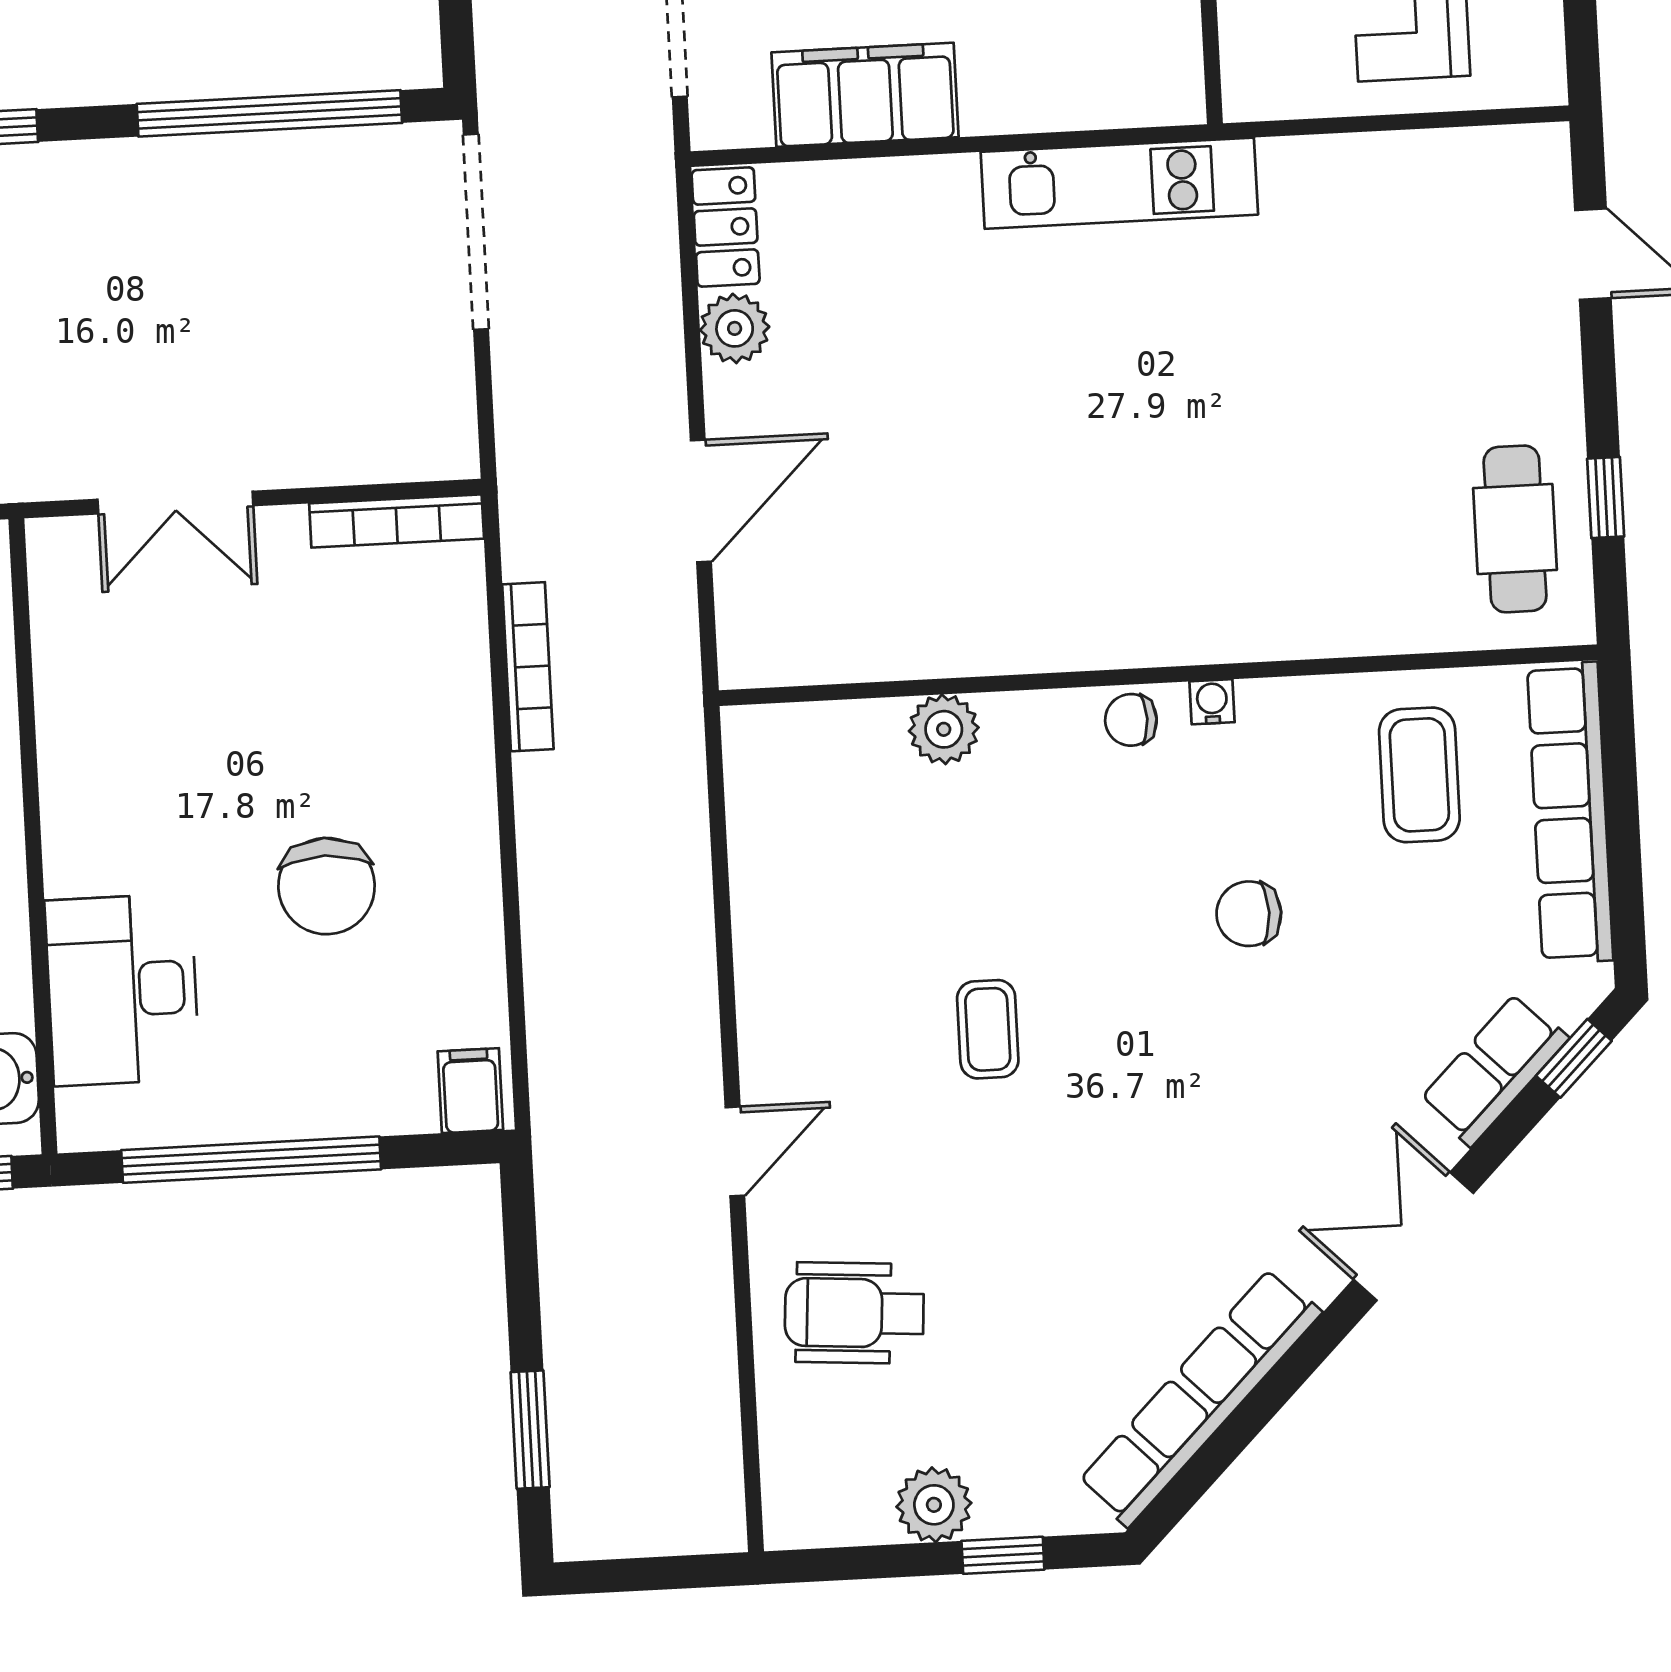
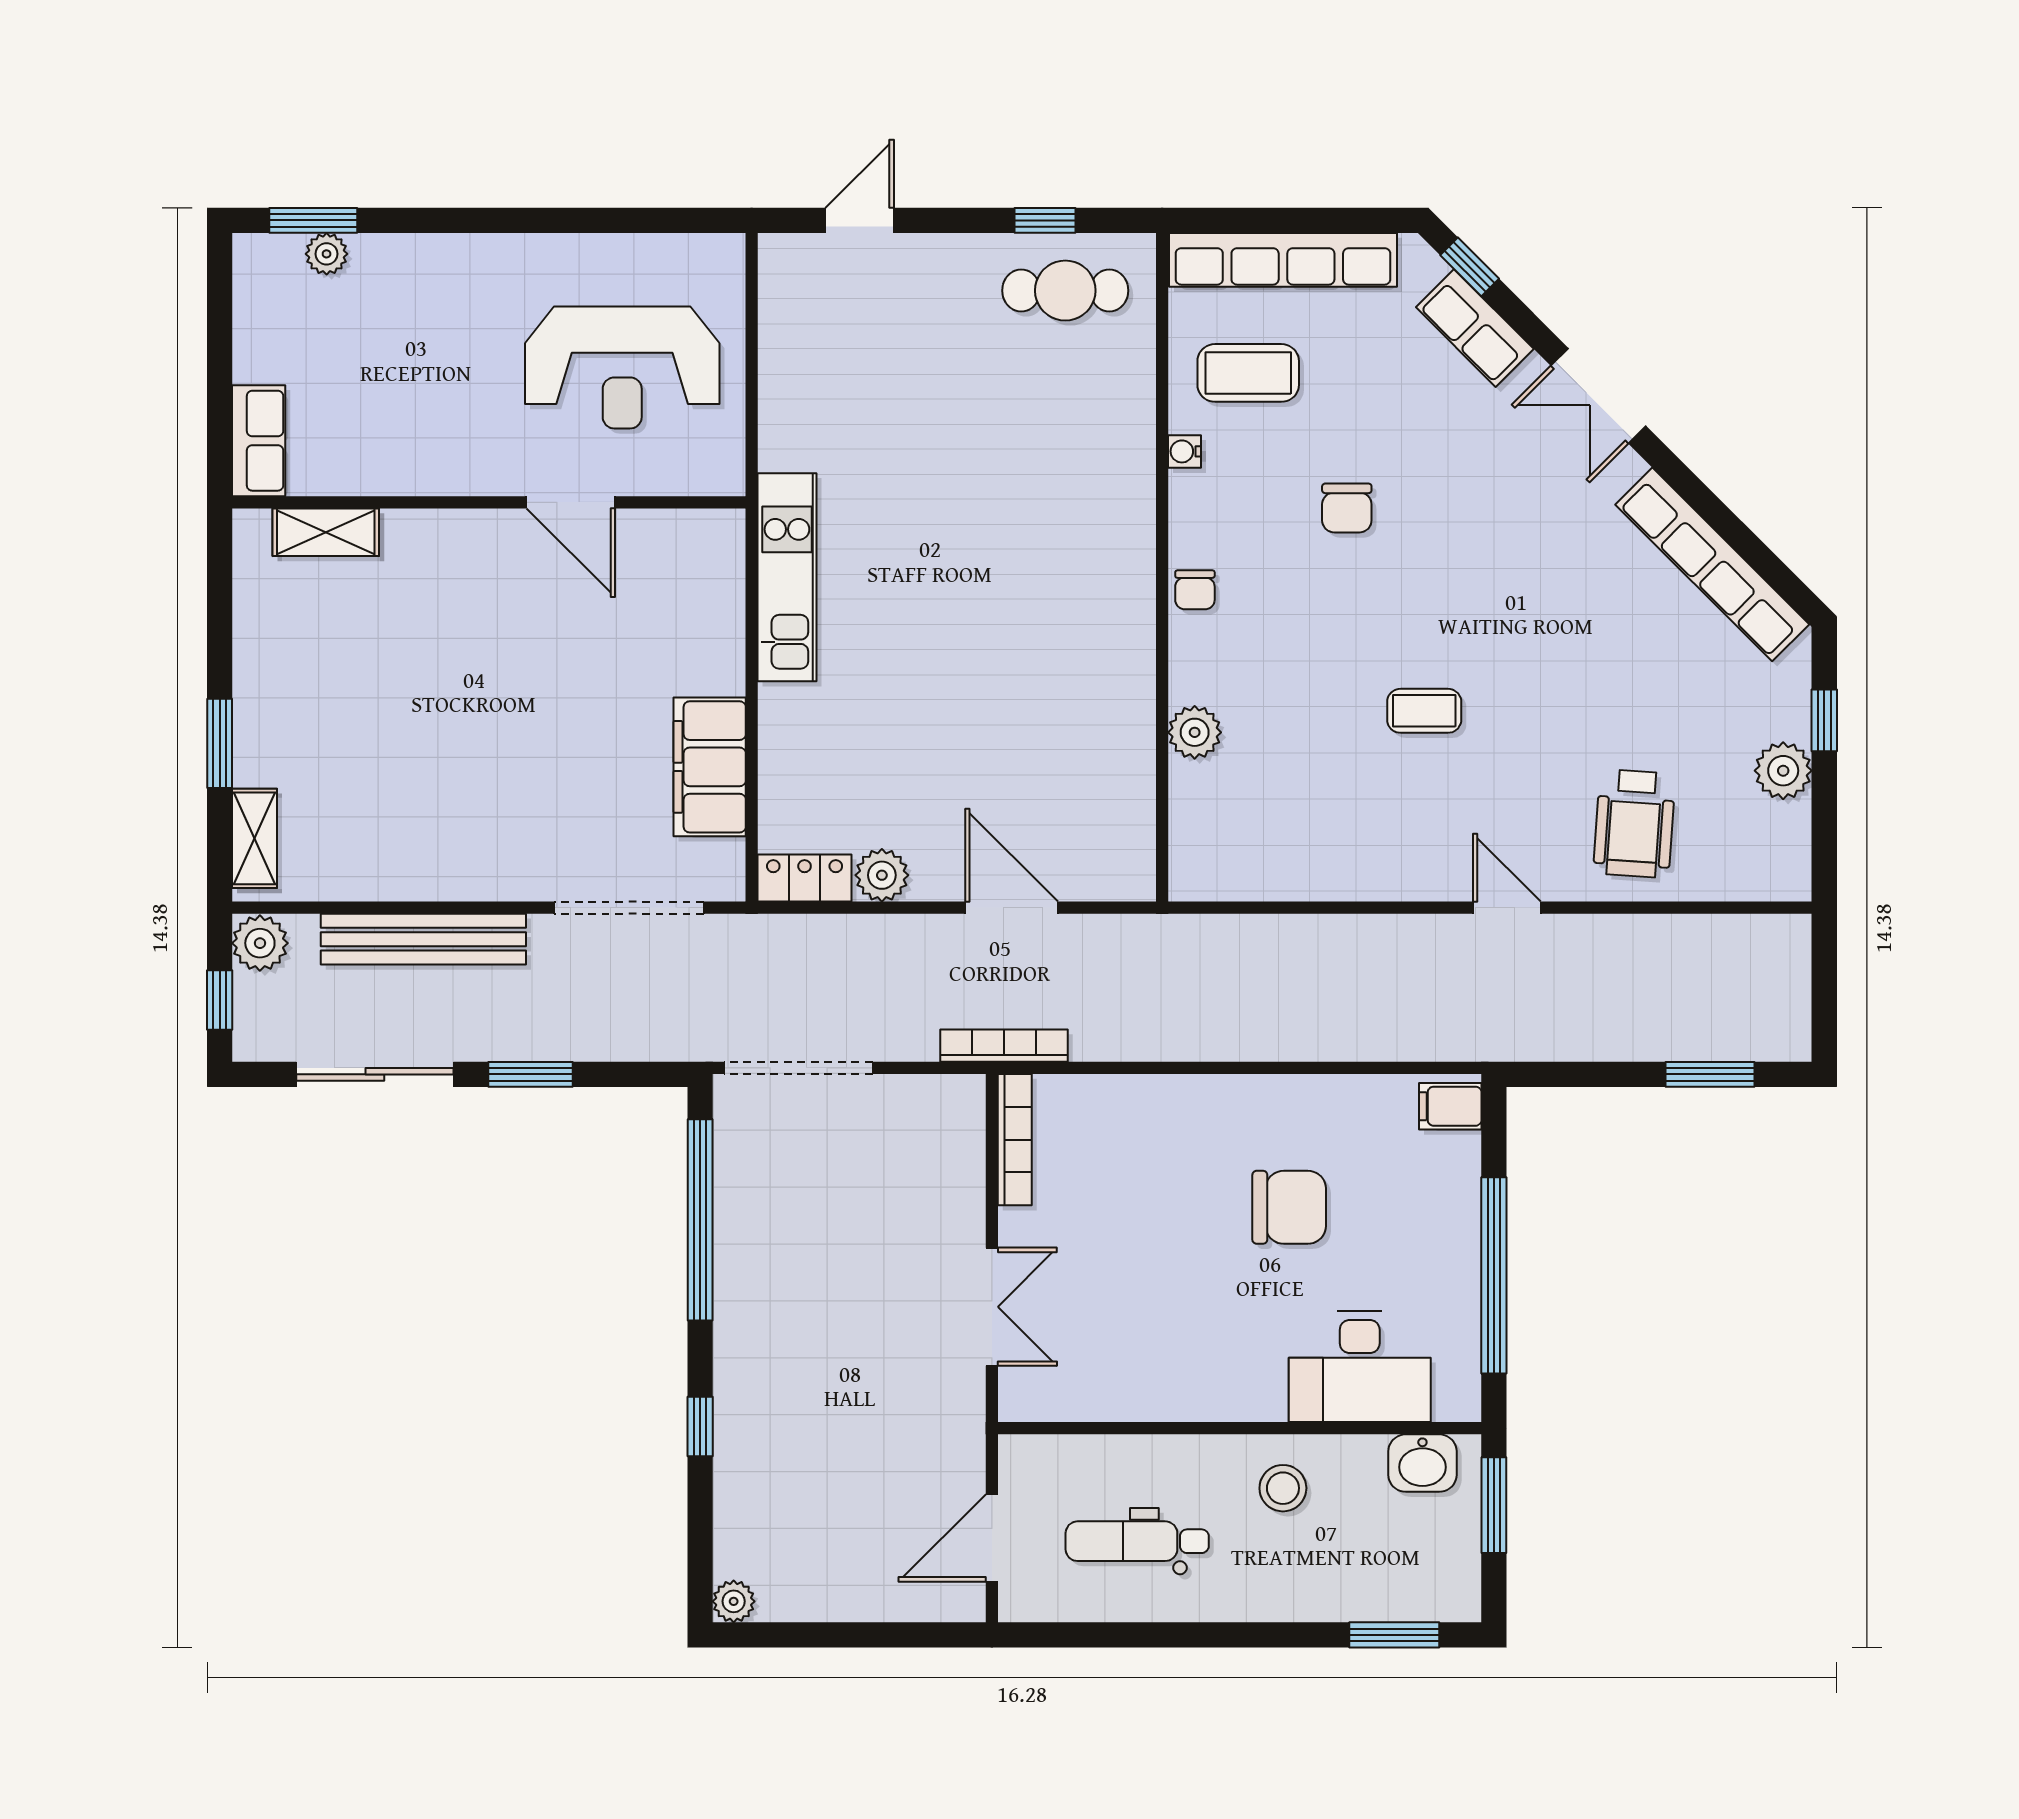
bookcase: (528, 667) -> (1004, 1046), moved
water cooler: (1212, 702) -> (1184, 451), moved

